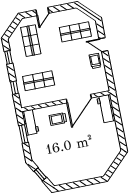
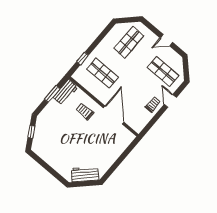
door: (42, 12) -> (166, 40), moved
window: (8, 57) -> (102, 35), removed
door: (79, 99) -> (114, 115), swing flipped
workbench: (106, 109) -> (85, 174), moved, turned 45

